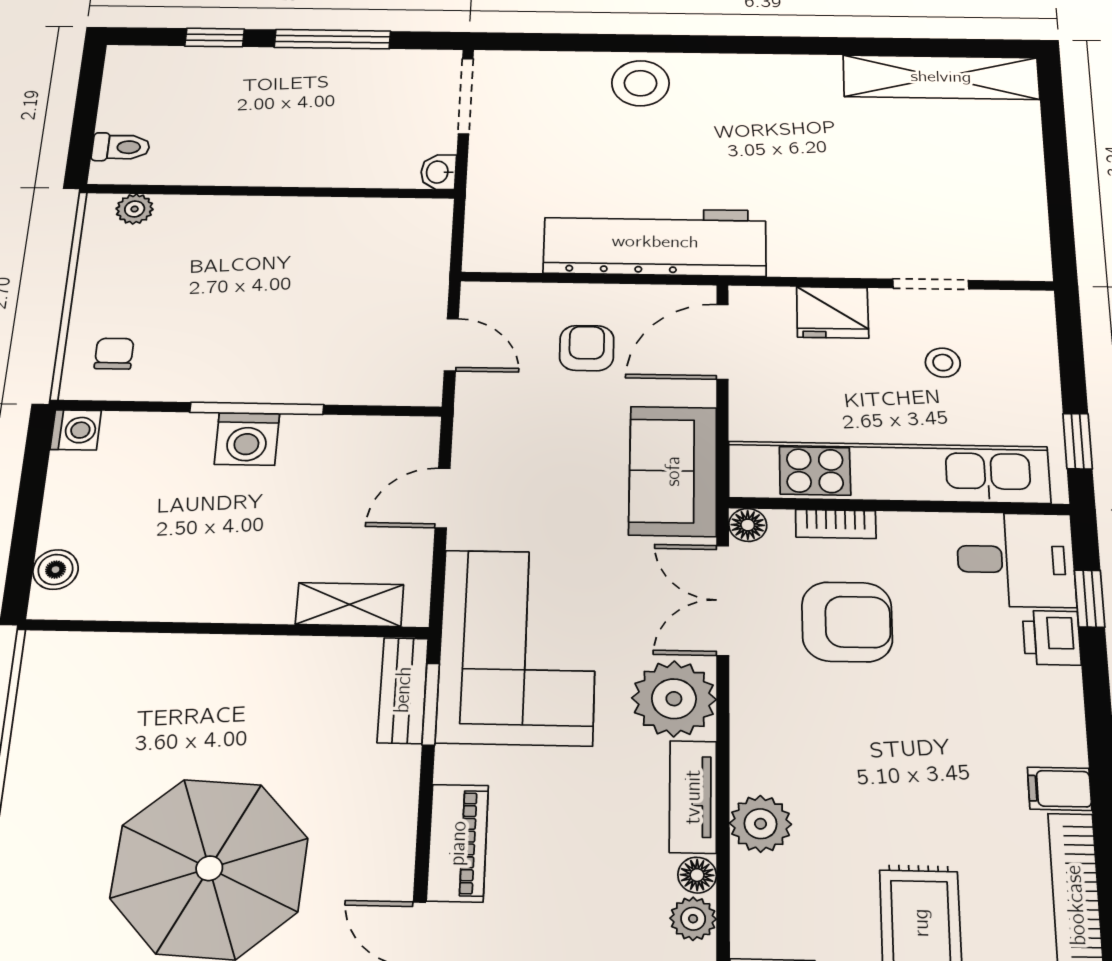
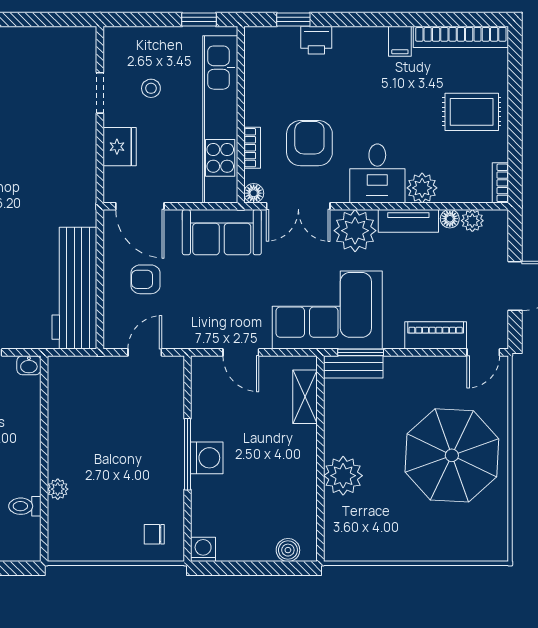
toilet: (121, 147) -> (25, 506), moved, turned -90
plant: (135, 209) -> (58, 489), moved
workbench: (655, 242) -> (74, 288), moved
desk: (1016, 560) -> (377, 173), moved, turned 180
plant: (189, 668) -> (343, 476), added

